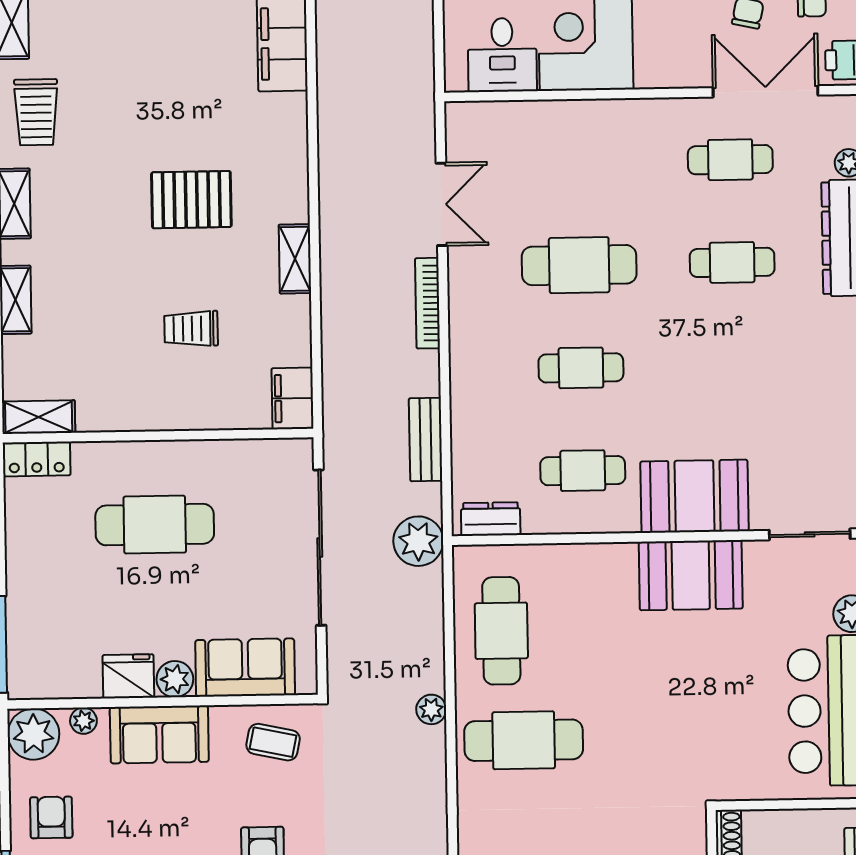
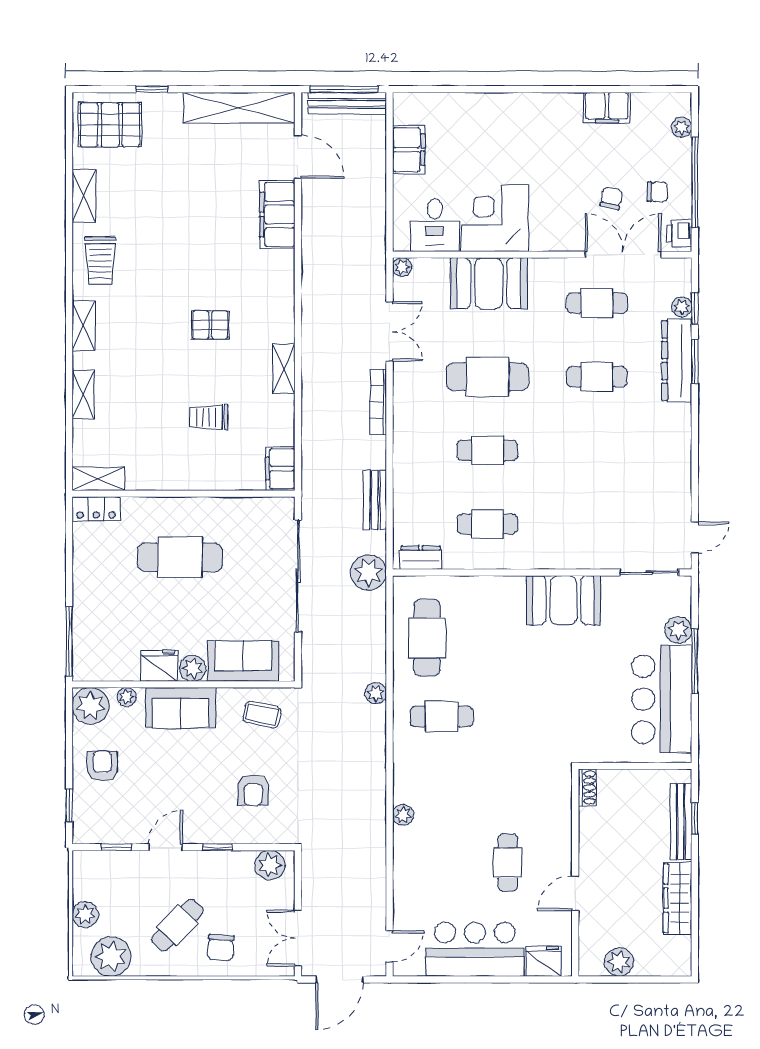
plant: (458, 114) -> (402, 267), added
pallet: (191, 200) -> (210, 325), width x0.67, depth x0.71
booth: (694, 496) -> (489, 283), moved
cafe table: (524, 740) -> (442, 716), width x0.73, depth x0.74

